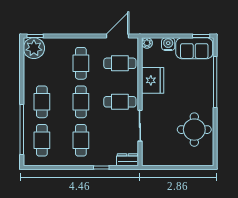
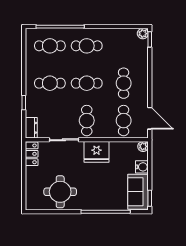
plant: (34, 48) -> (143, 34), width x0.53, depth x0.53
cafe table: (81, 63) -> (124, 83), turned 90
fridge: (153, 80) -> (97, 152), moved
locker: (155, 159) -> (32, 154), added

